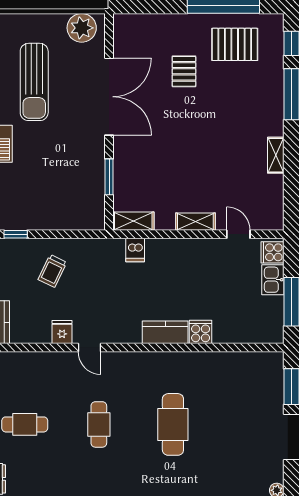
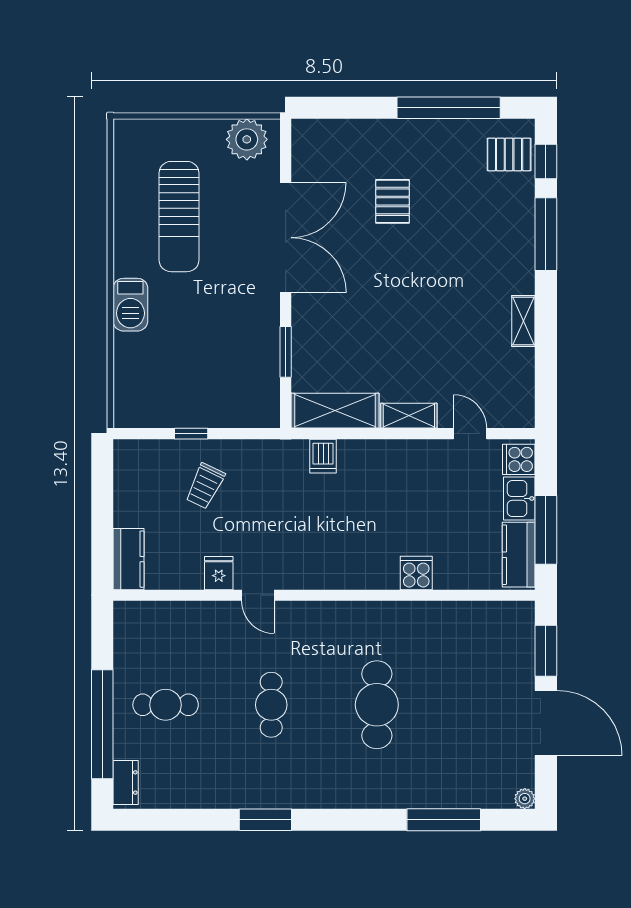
pallet: (235, 44) -> (509, 154), moved, width x0.67, depth x0.71
shelving: (133, 221) -> (335, 411), width x1.50, depth x1.33
window: (16, 234) -> (191, 434), moved
kitchen counter: (165, 332) -> (519, 555), moved, turned -90

